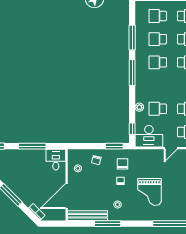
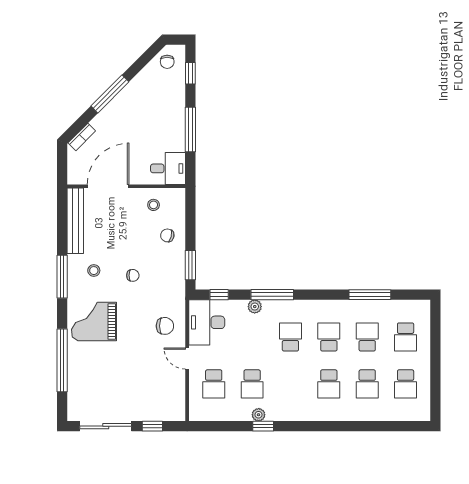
school desk: (158, 16) -> (406, 337), turned 180
window: (132, 72) -> (272, 295), moved
school desk: (158, 109) -> (290, 337), moved
chair: (123, 164) -> (165, 326), moved
grand piano: (149, 192) -> (94, 322), moved
door: (67, 196) -> (108, 186), hinge flipped
window: (108, 224) -> (62, 277), moved

